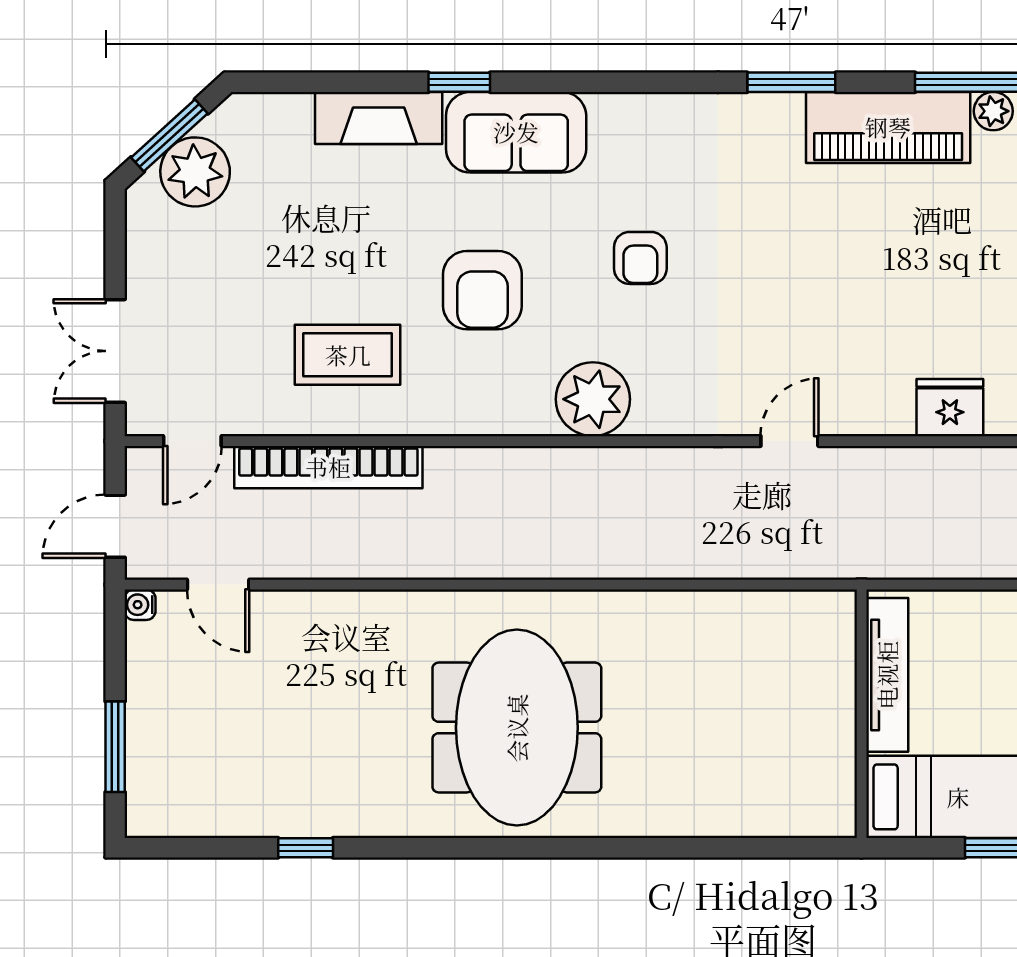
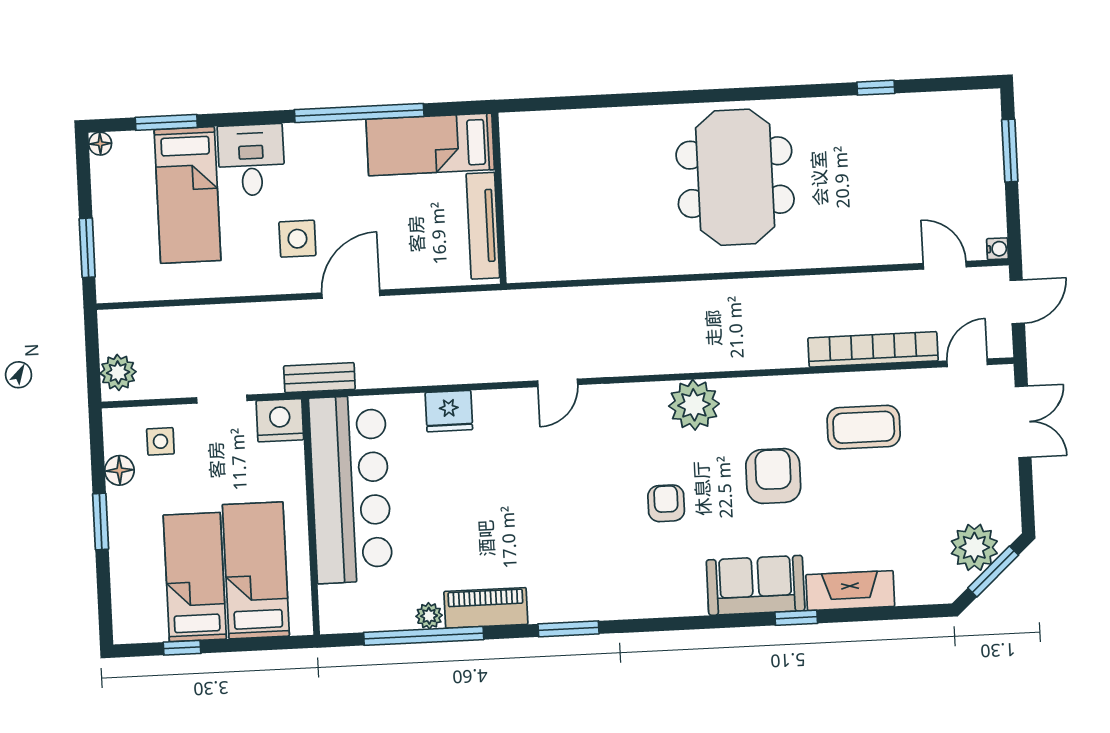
piano: (888, 127) -> (486, 608), width x0.73, depth x0.75

